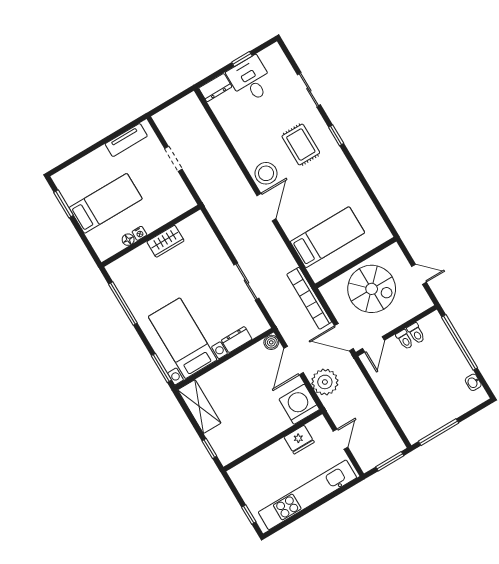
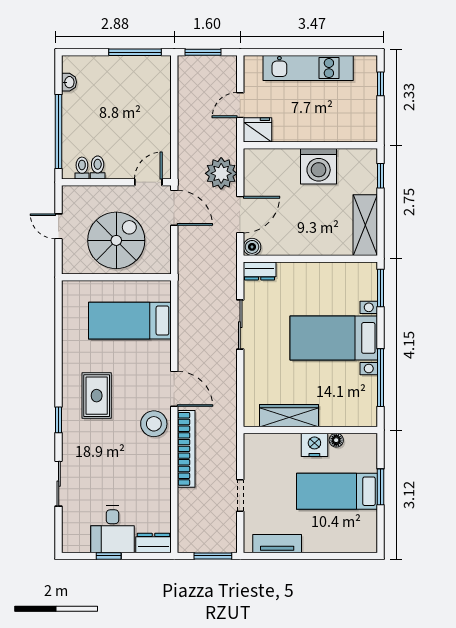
window: (167, 104) -> (213, 556), added
rug: (301, 145) -> (97, 396), moved
window: (64, 204) -> (381, 487), moved
door: (266, 207) -> (174, 389), swing flipped
nightstand: (139, 233) -> (314, 445), width x1.89, depth x1.79
wardrobe: (165, 241) -> (289, 416), width x1.50
spiral stairs: (372, 289) -> (116, 240), turned 90
bookcase: (309, 298) -> (186, 449), moved
bed with nightstands: (183, 338) -> (334, 338), moved, turned 90
dresser: (237, 340) -> (260, 271), moved
toilet: (405, 340) -> (82, 168), moved
washing machine: (299, 404) -> (319, 166), moved
fridge: (299, 440) -> (257, 130), moved
kitchen unit: (307, 495) -> (308, 68), width x0.73

